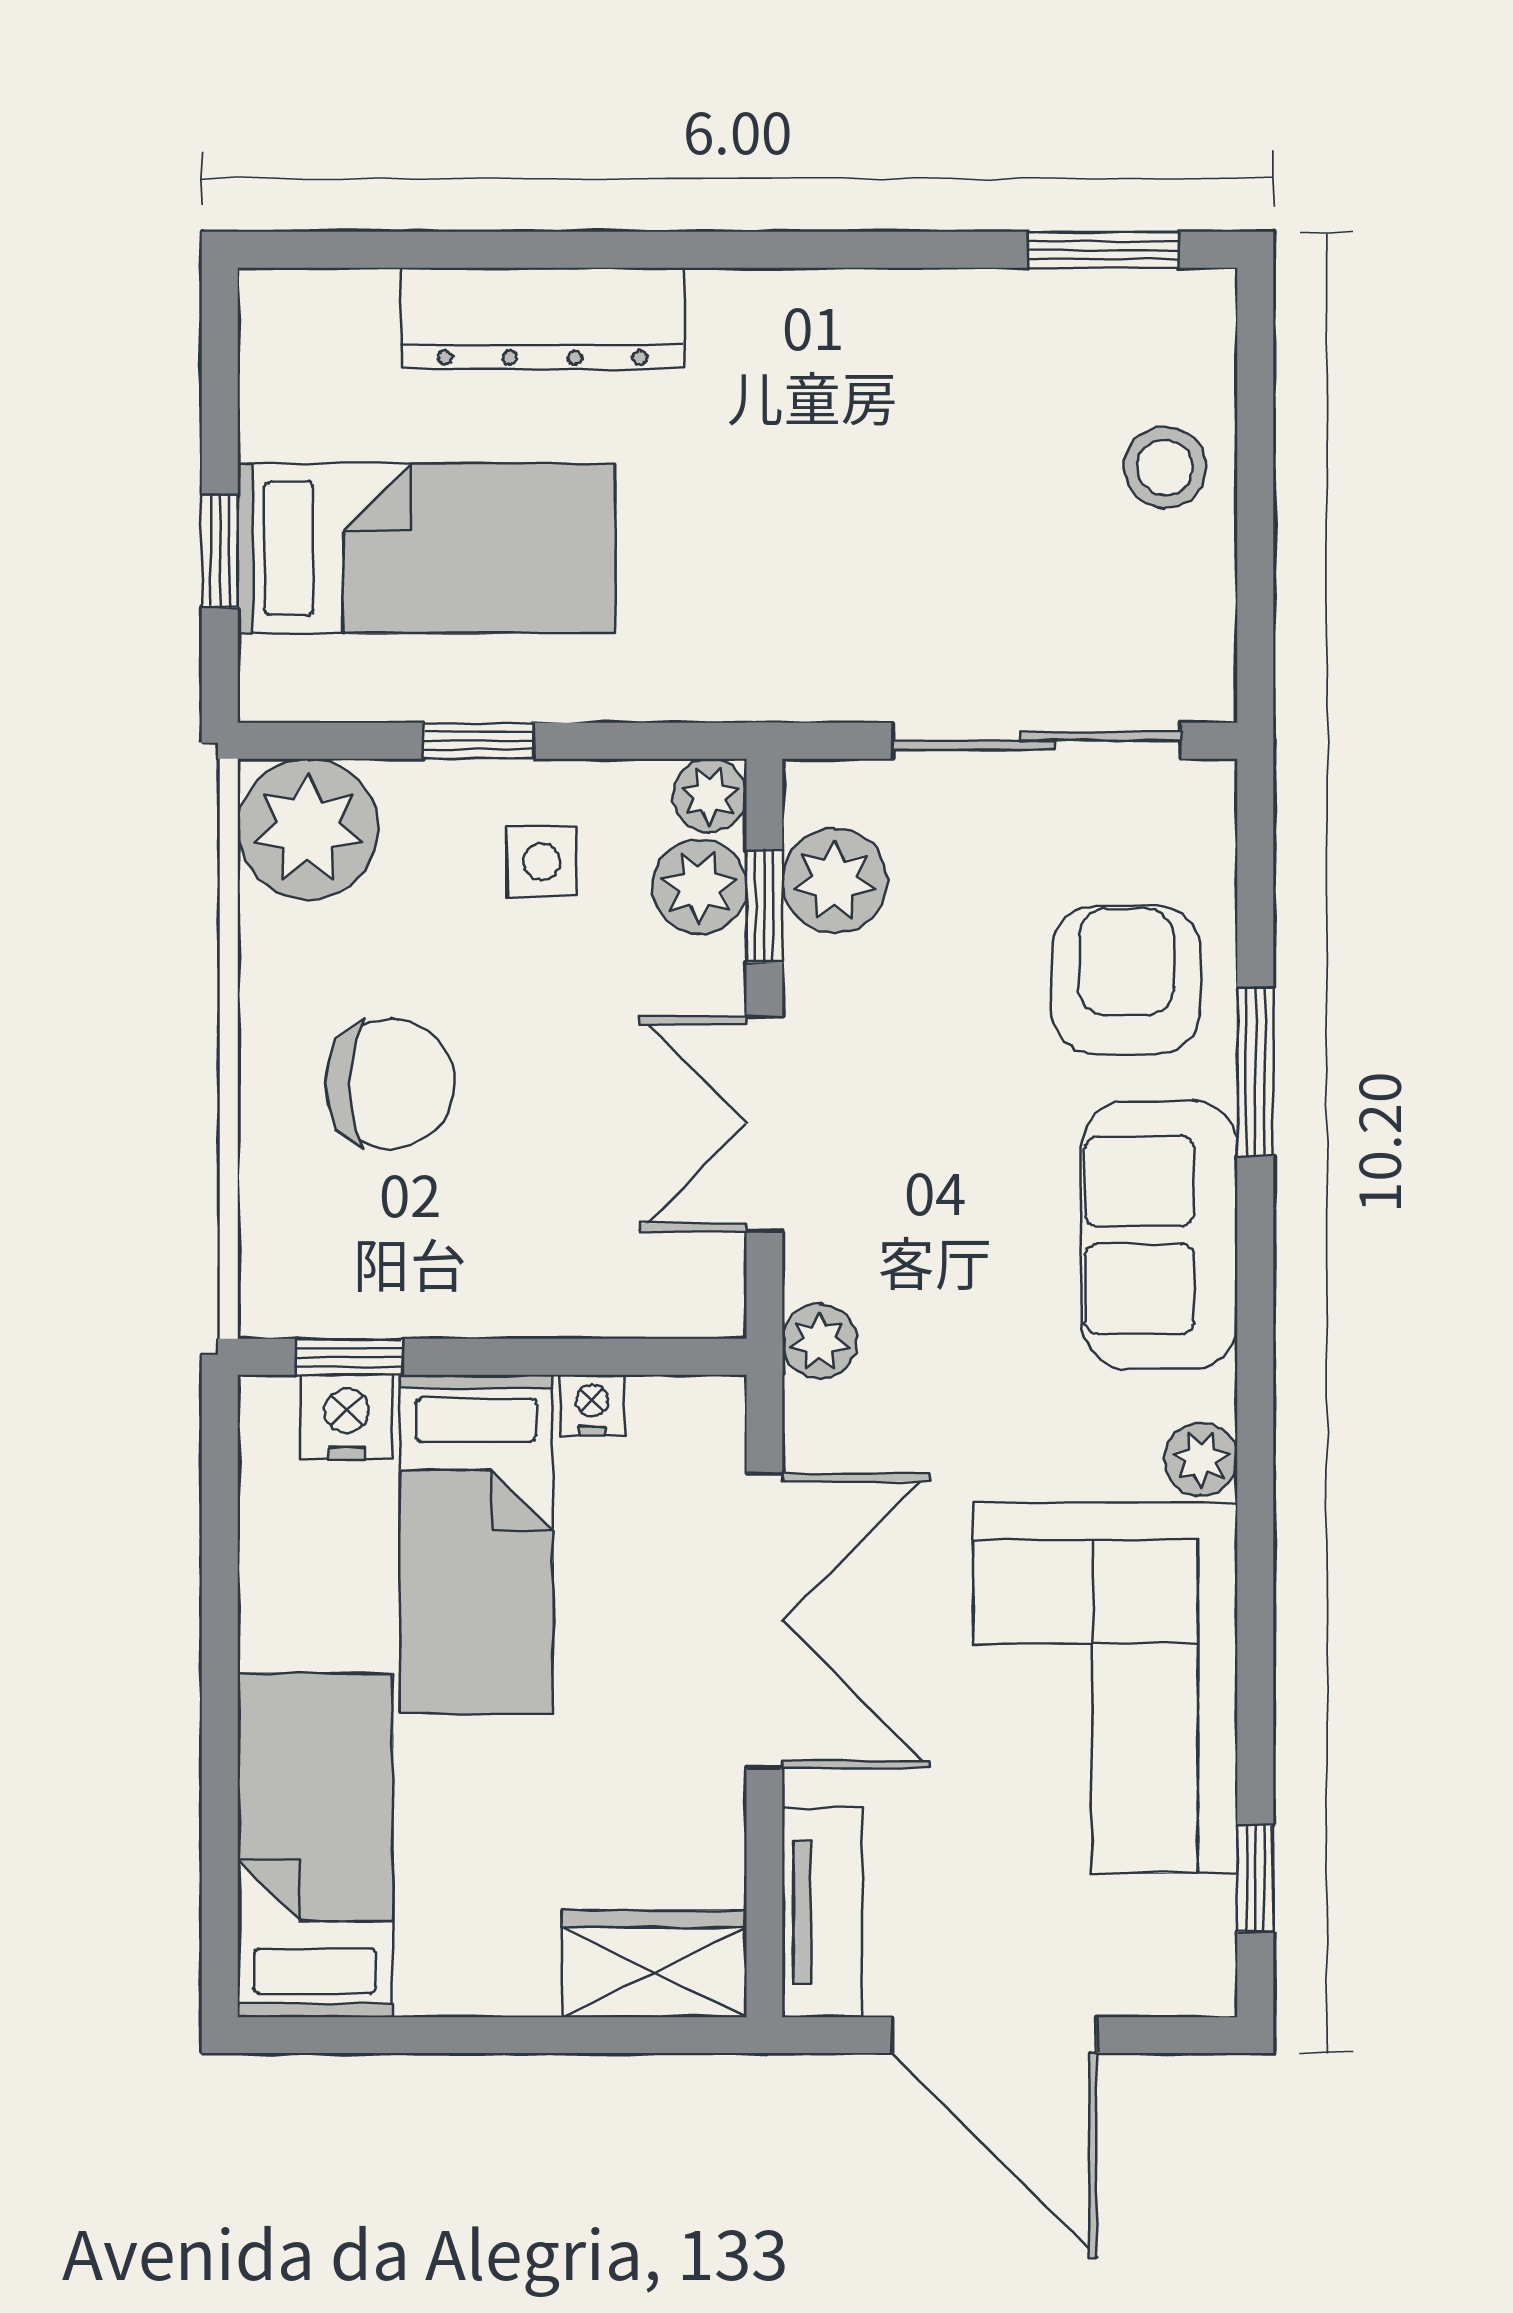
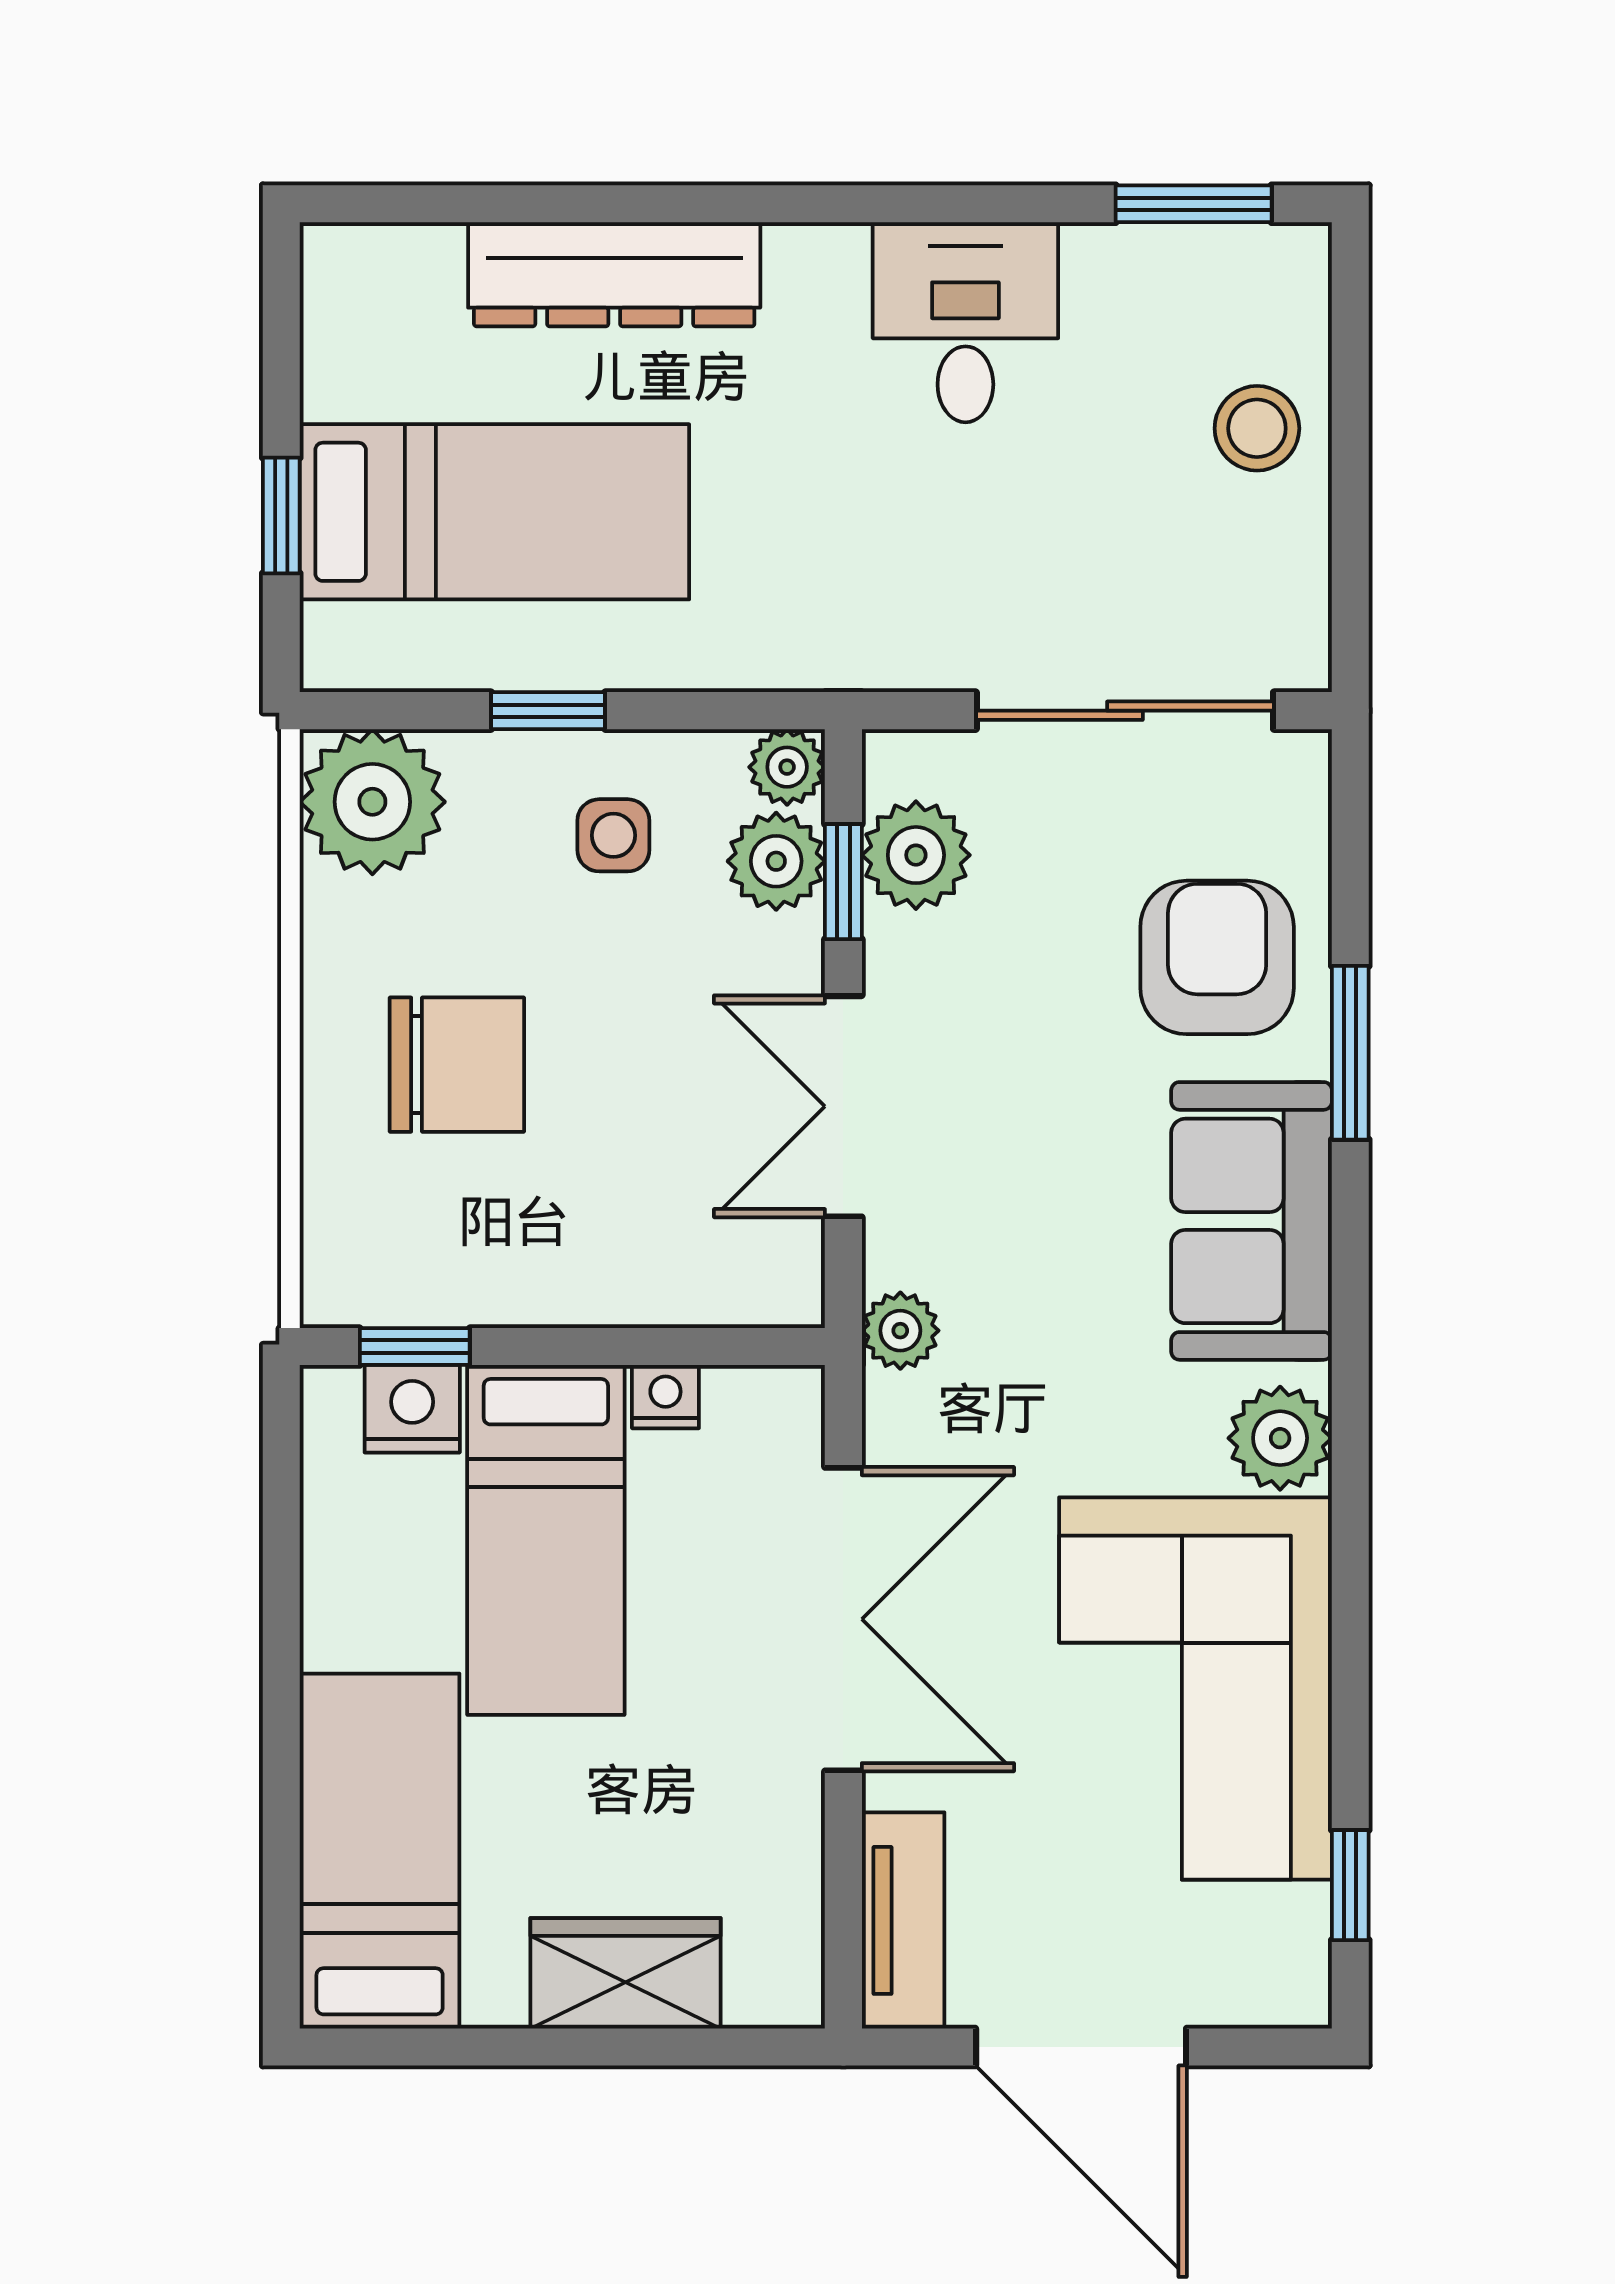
desk: (883, 365) -> (965, 322), added
plant: (1201, 1459) -> (1280, 1438), width x1.38, depth x1.38
wardrobe: (654, 1964) -> (626, 1973), moved

